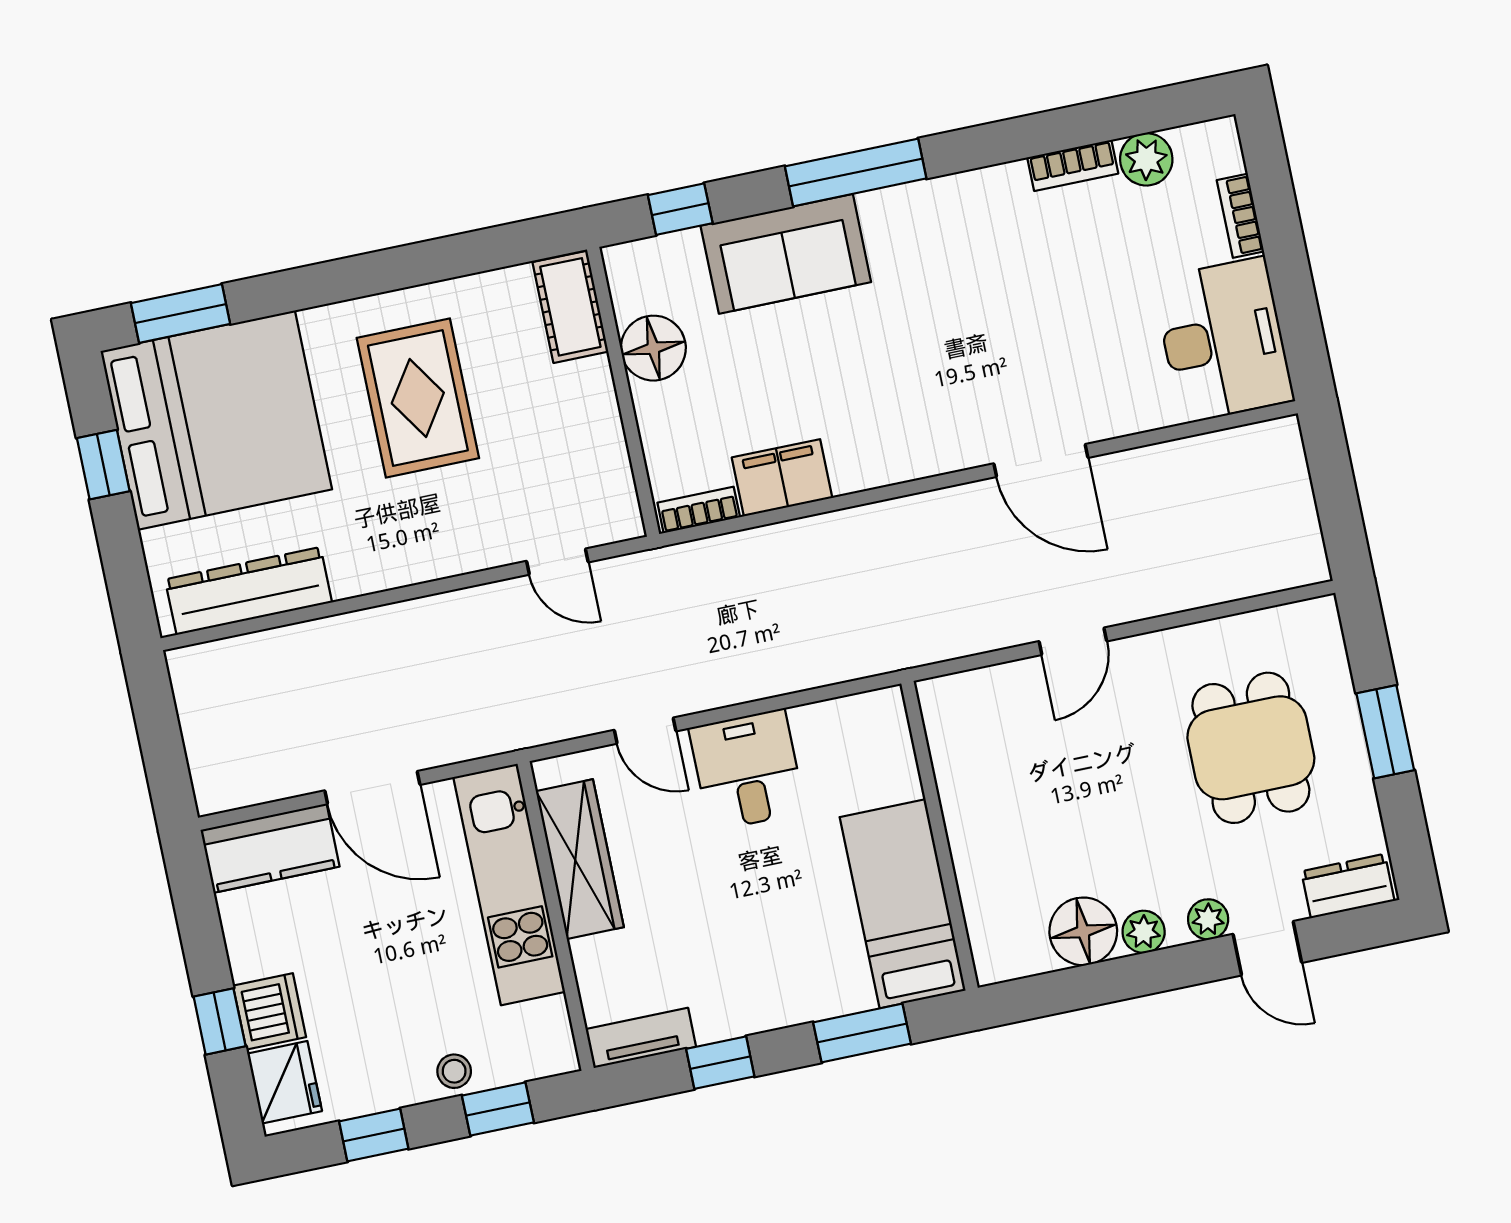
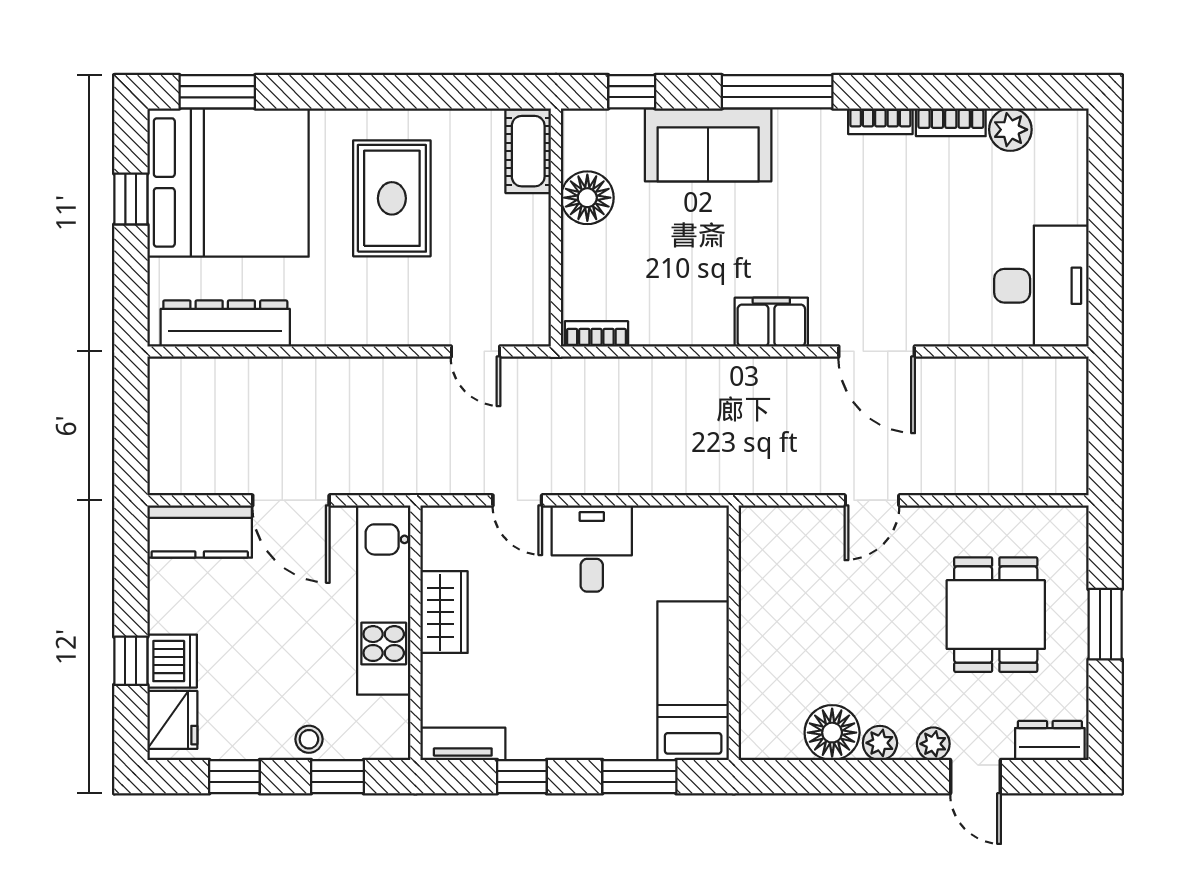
bookcase: (1240, 216) -> (880, 121), moved, turned -90
filing cabinet: (782, 478) -> (771, 322), moved
wardrobe: (580, 859) -> (444, 612), width x0.67

